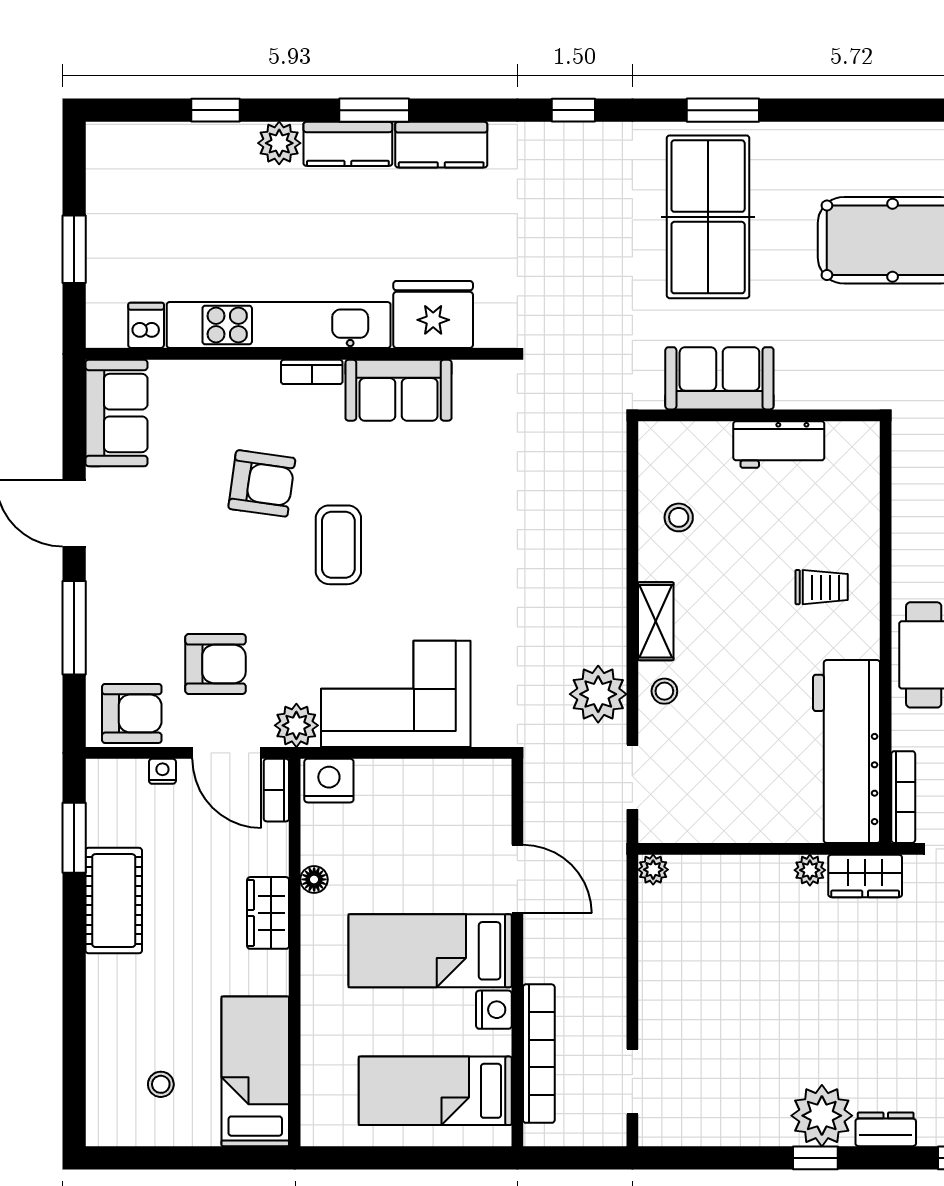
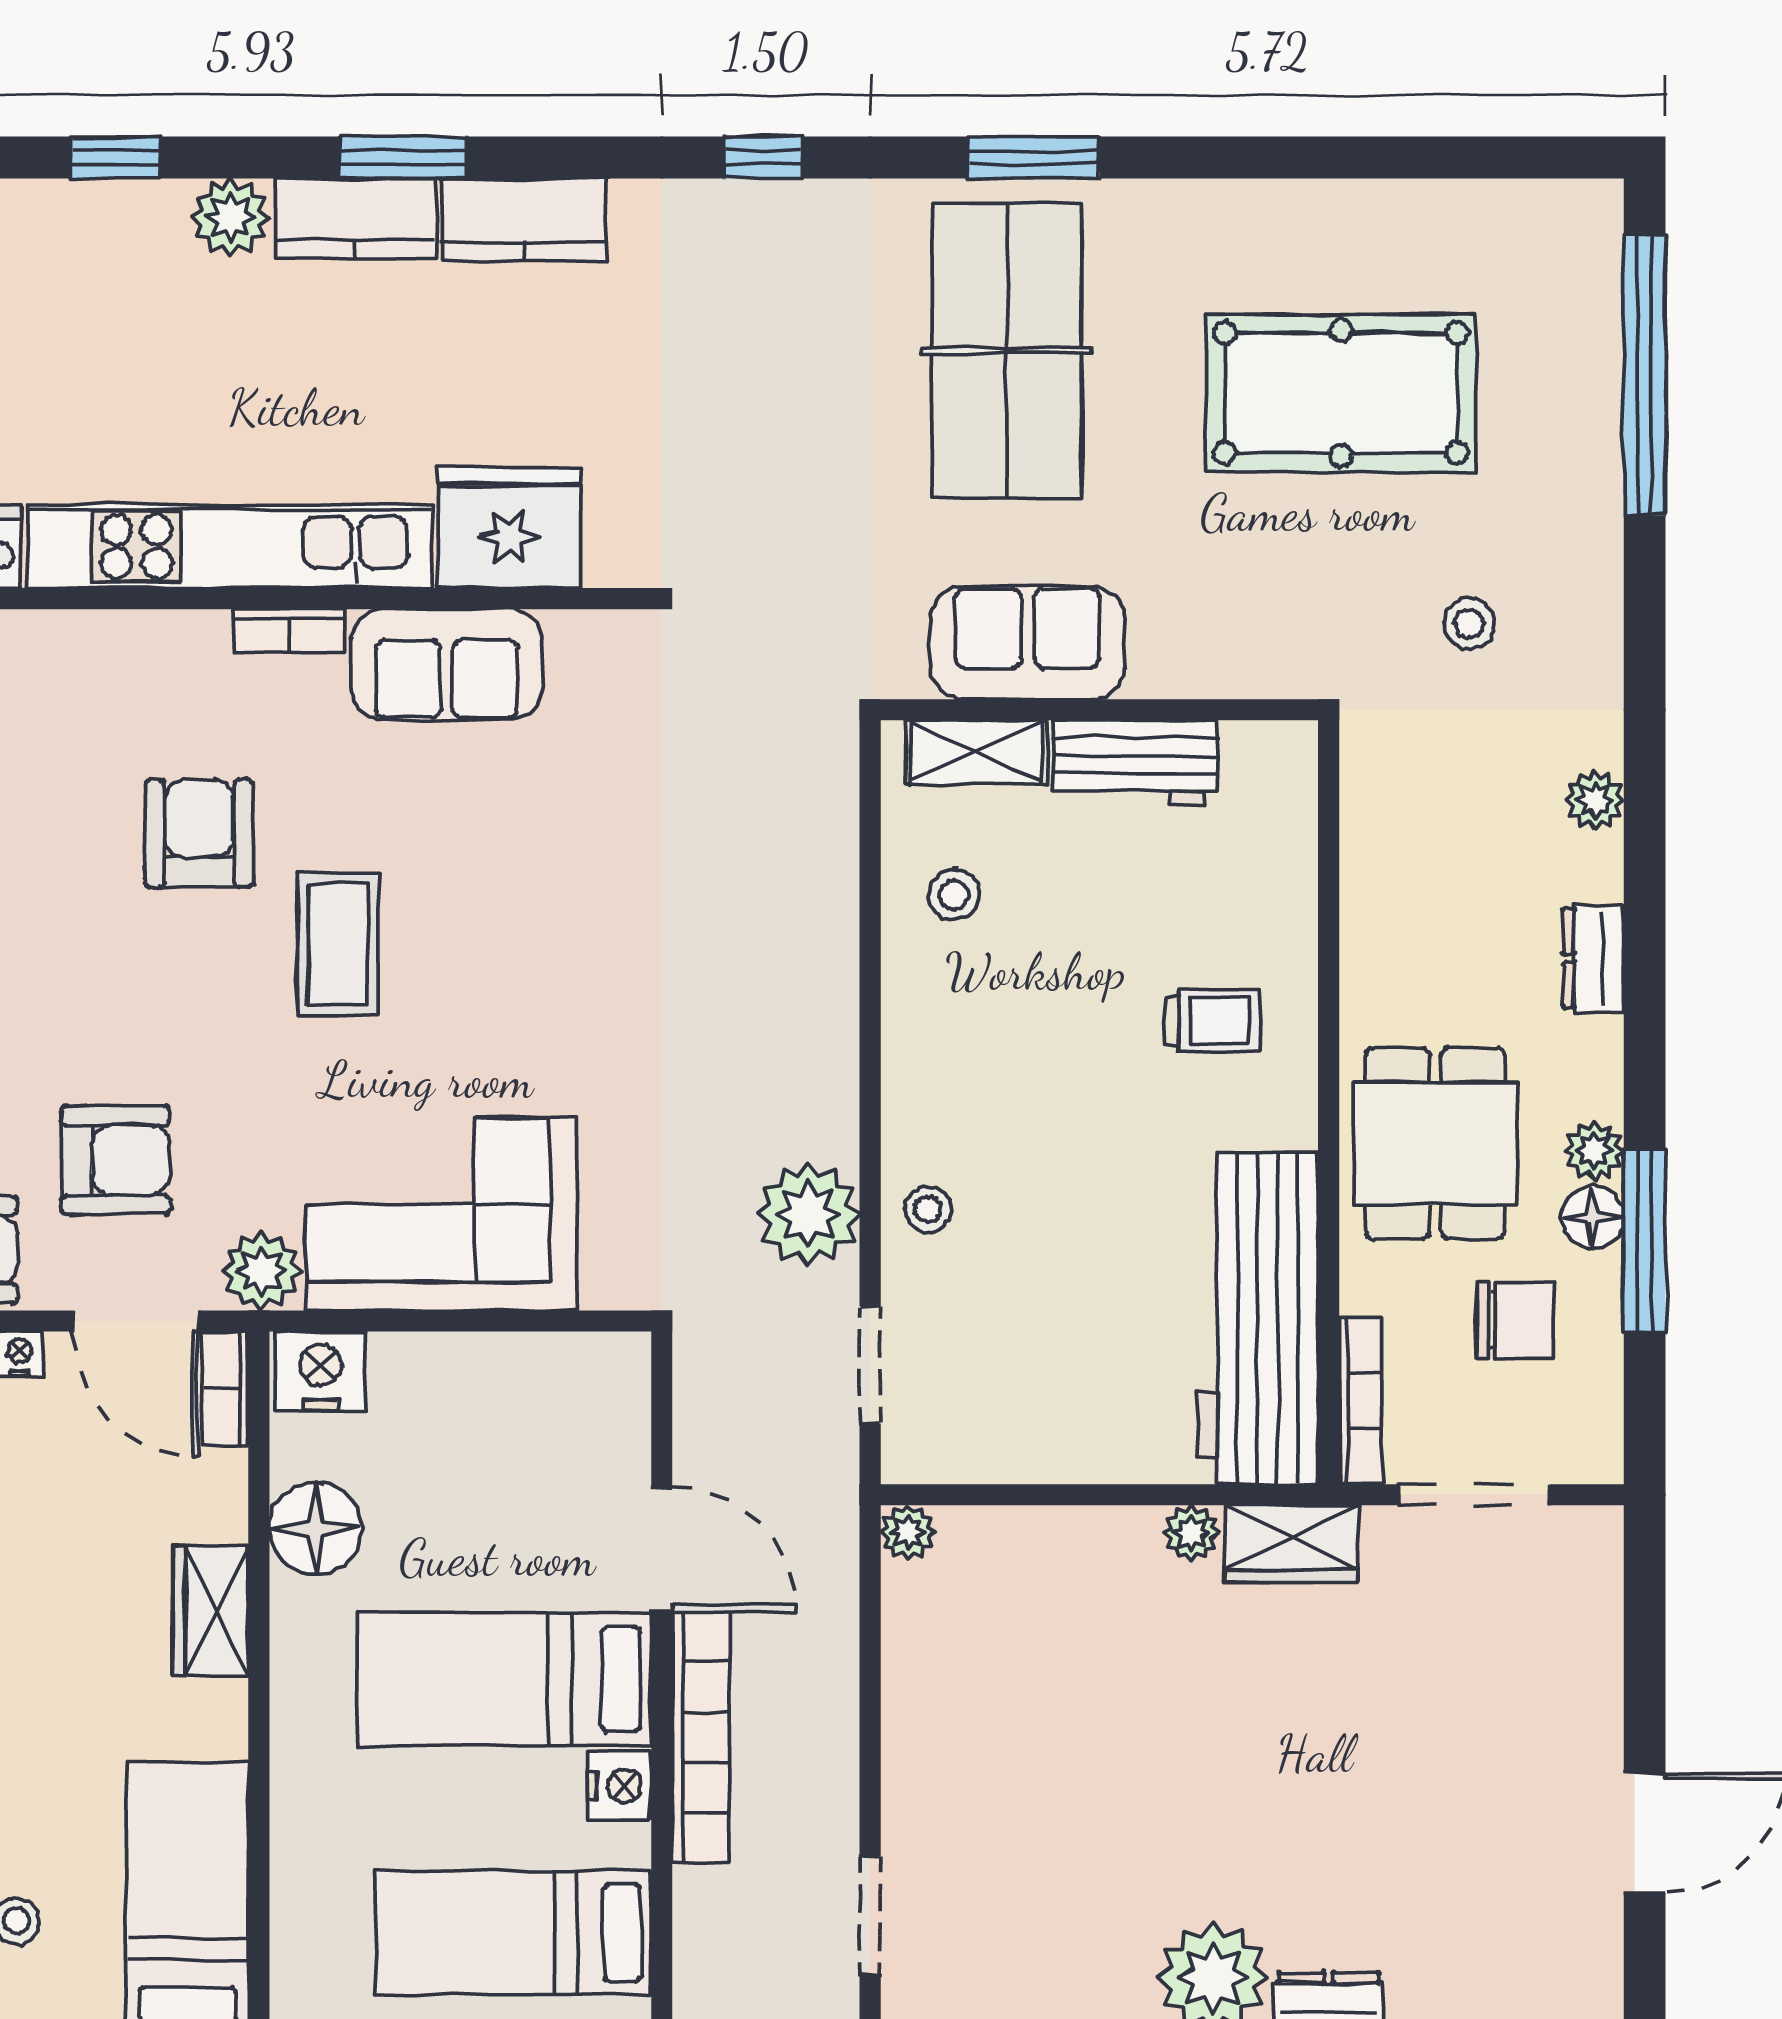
armchair: (262, 483) -> (199, 833), turned -98
shelving: (656, 621) -> (976, 752), moved, turned 90
floor lamp: (314, 879) -> (316, 1528), width x1.89, depth x1.89
bookcase: (539, 1054) -> (701, 1737), moved

